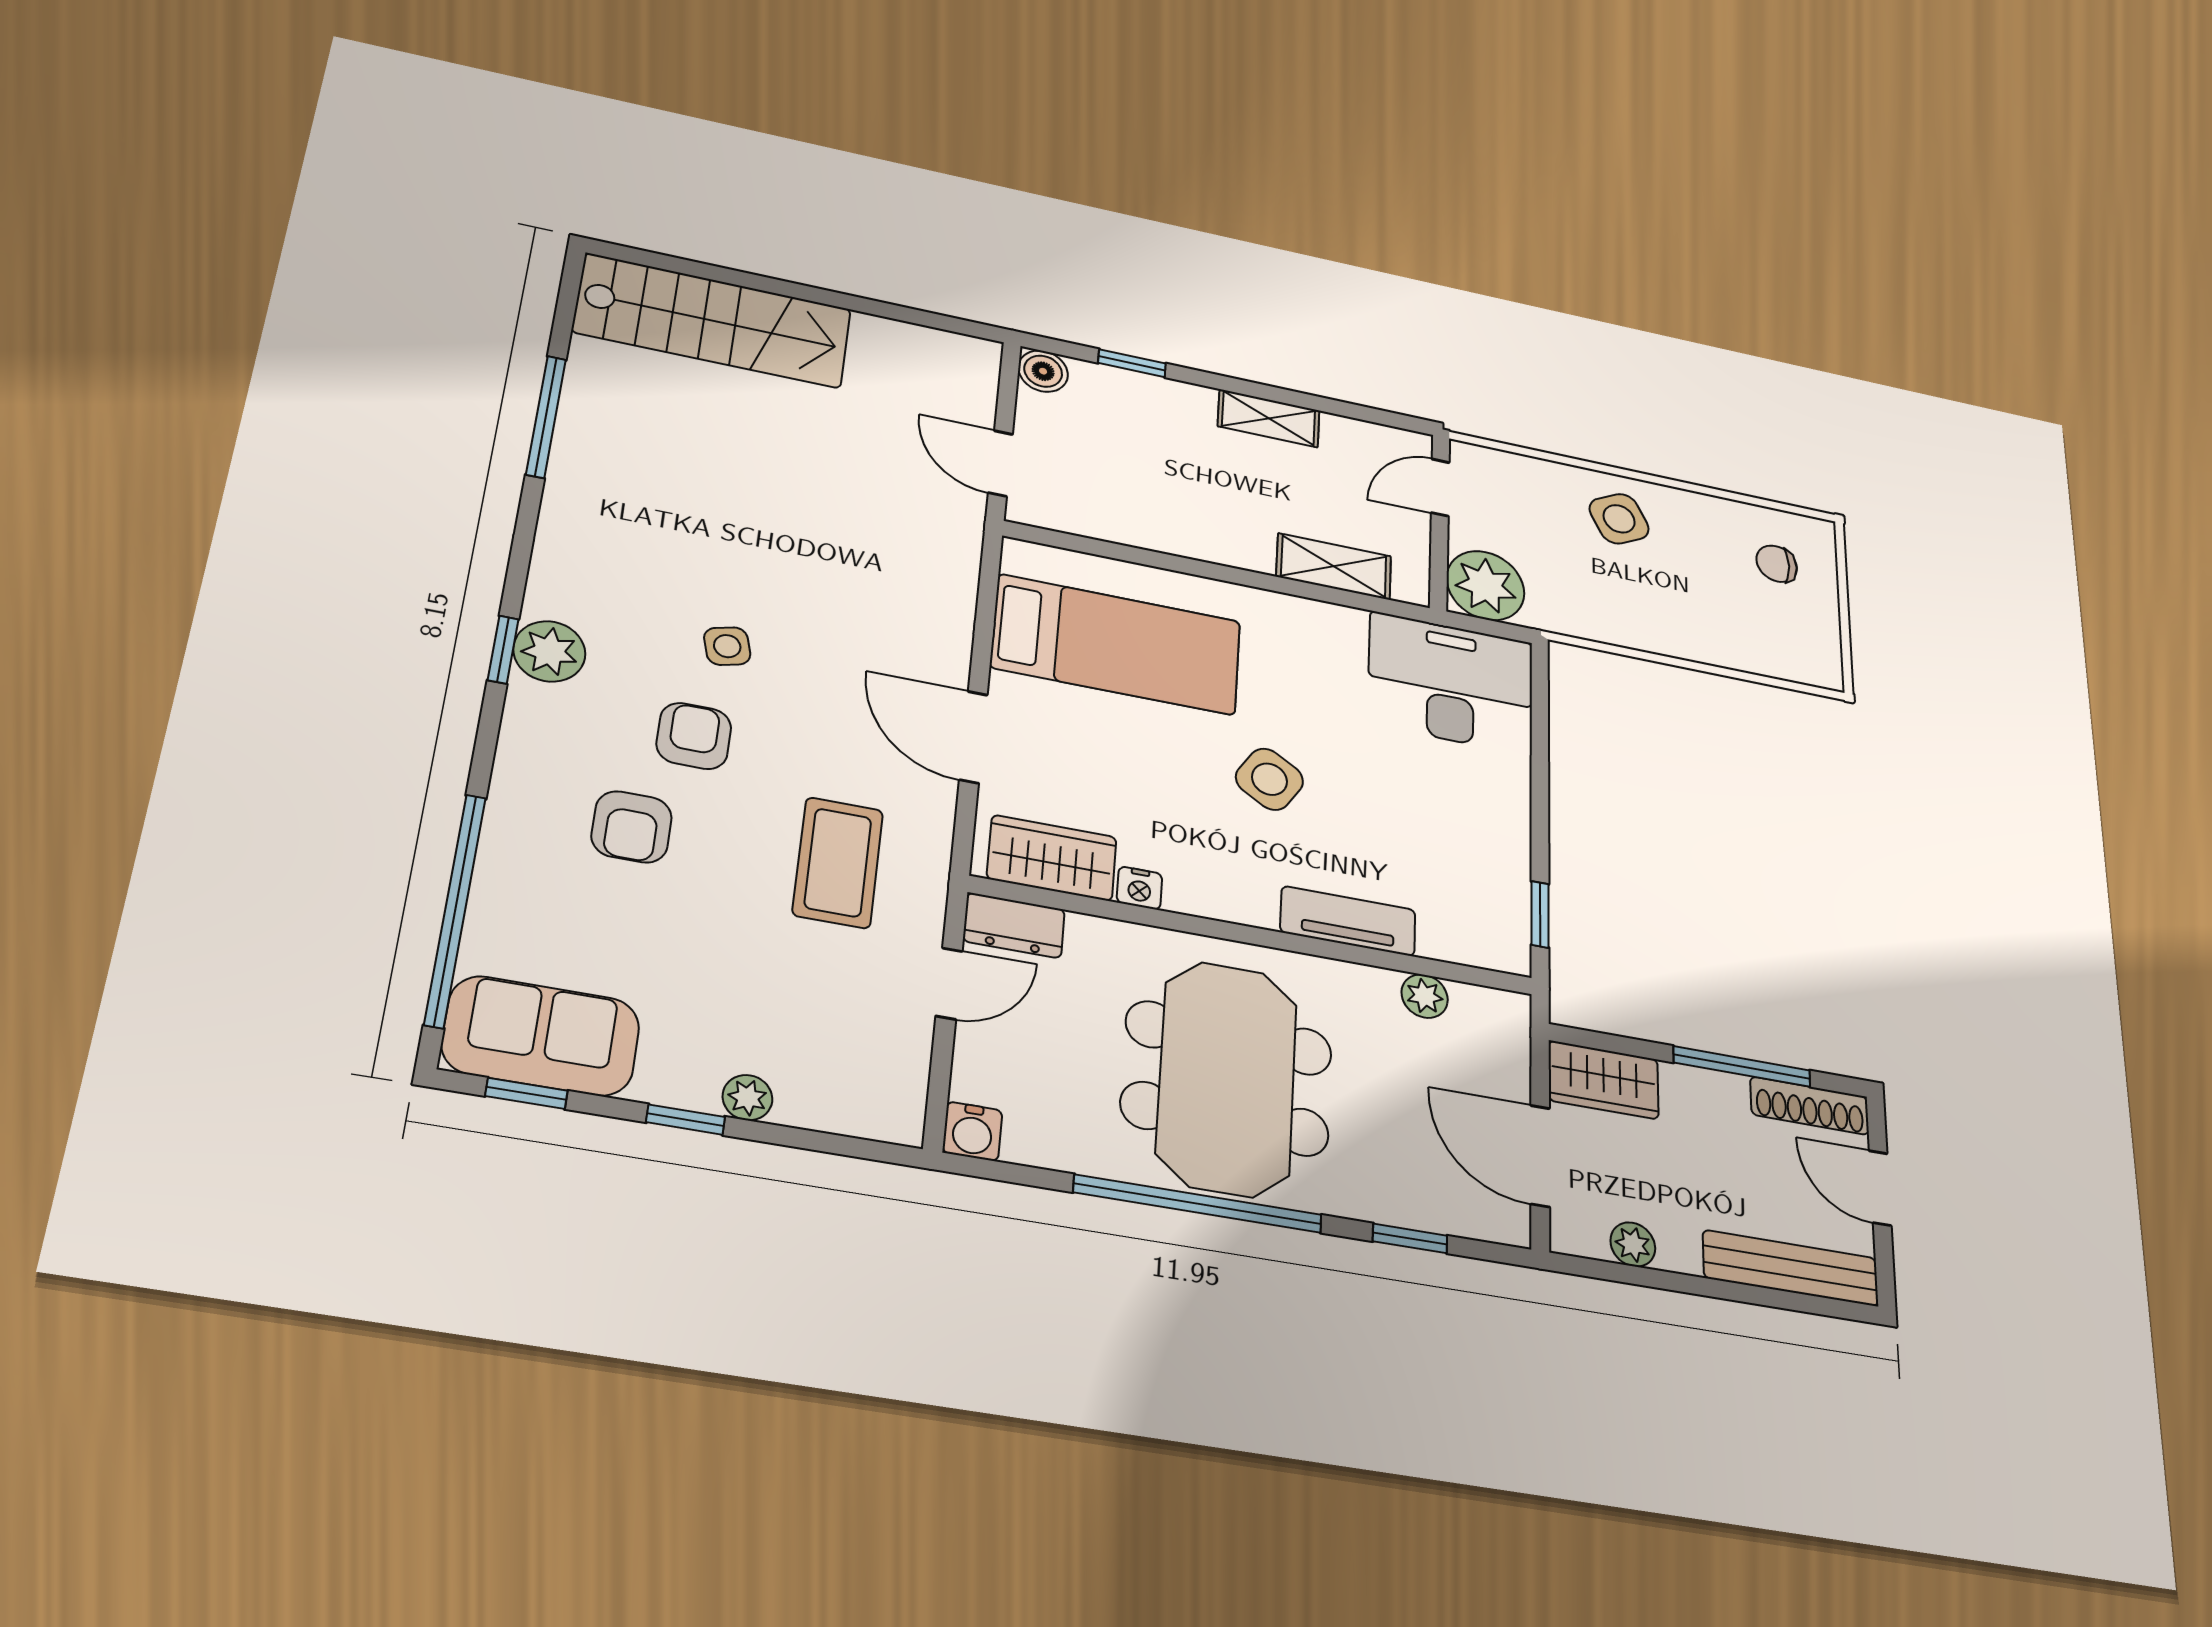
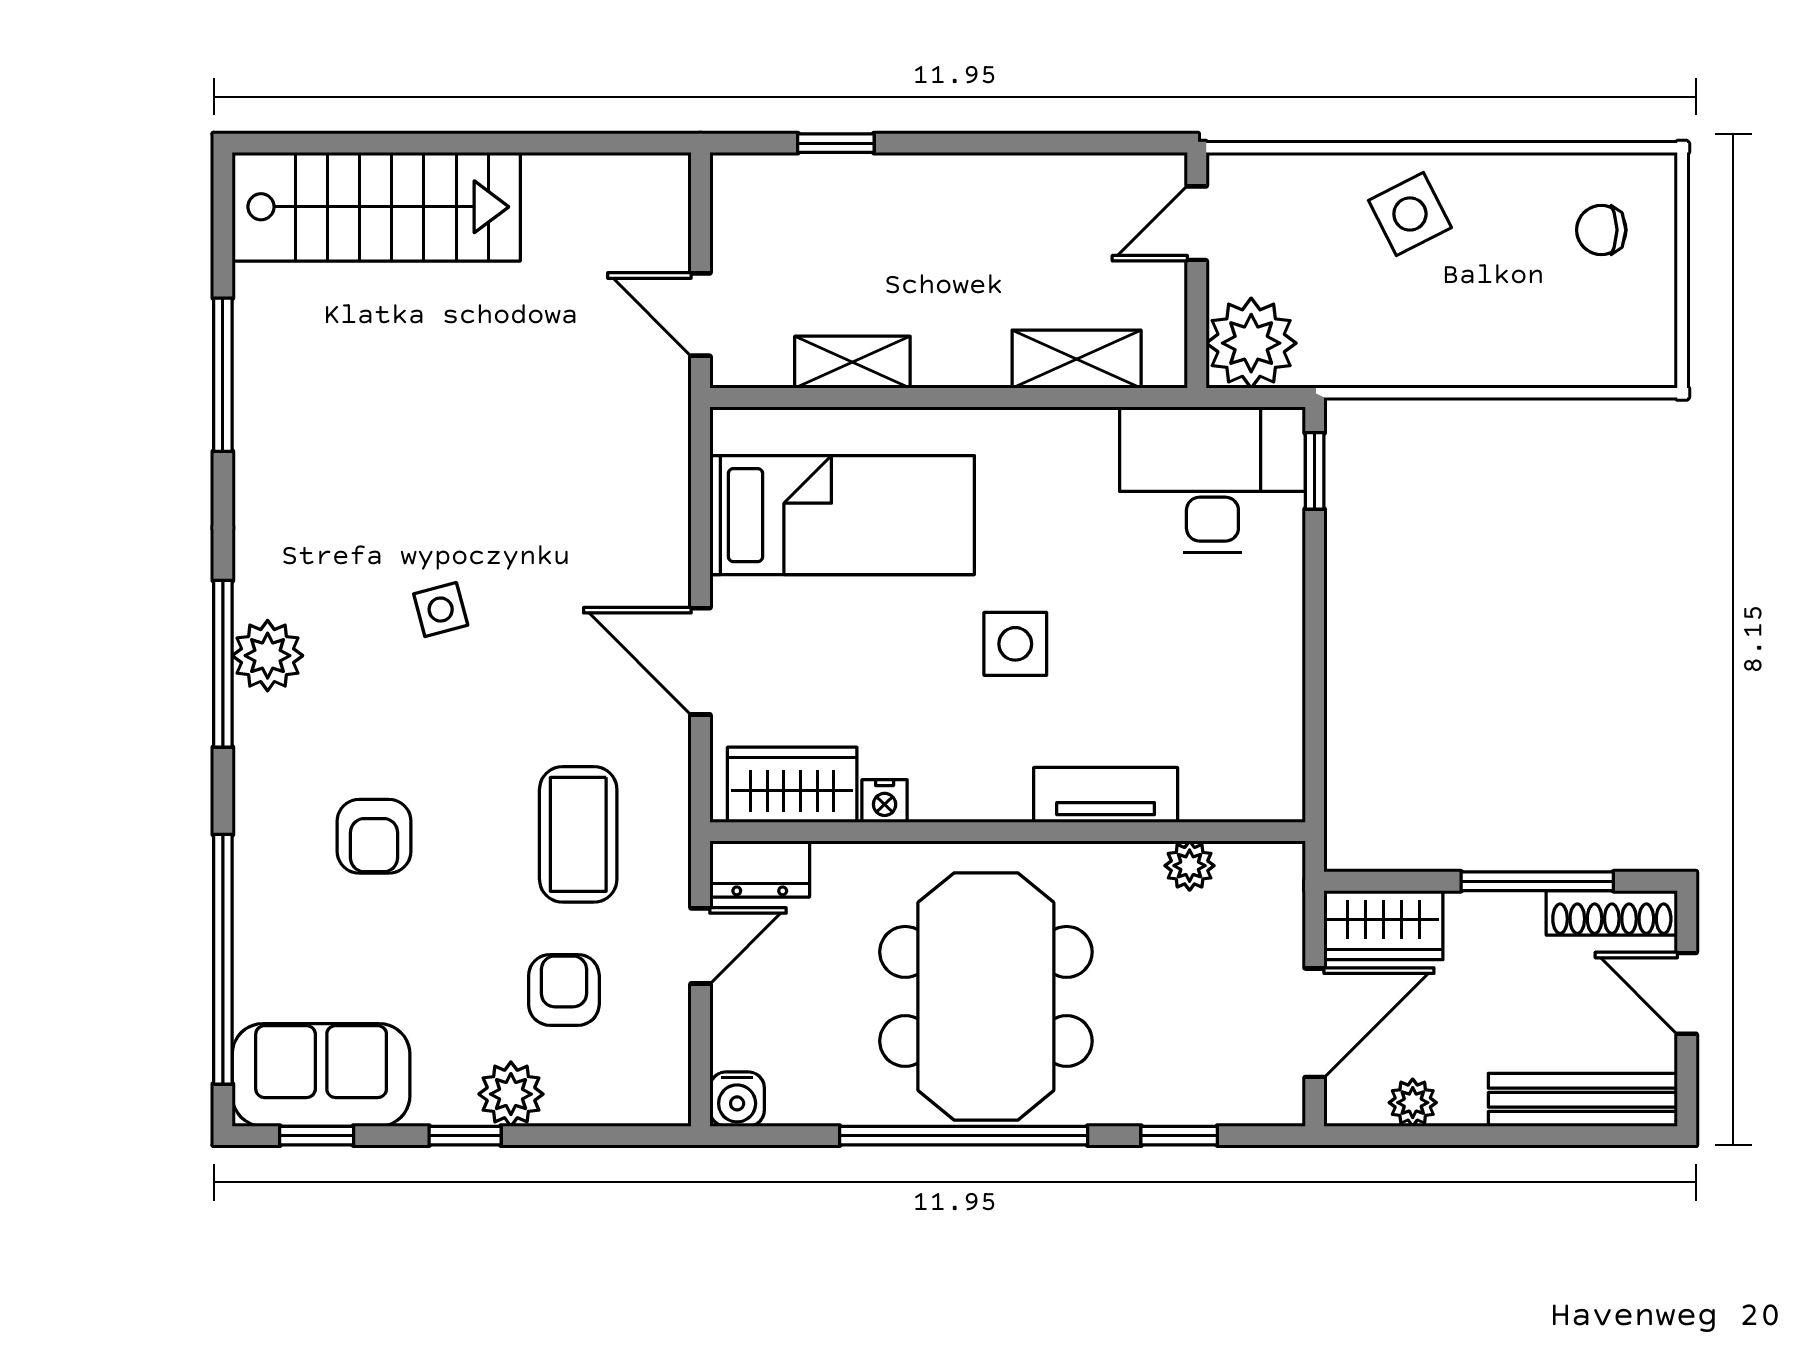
boiler: (1043, 371) -> (738, 180), removed
shelving: (1269, 418) -> (852, 362), moved
window: (503, 650) -> (223, 664), width x2.17
armchair: (694, 736) -> (564, 990), moved
side table: (1269, 779) -> (1015, 644), turned -32
window: (1540, 914) -> (1315, 471), moved
plant: (747, 1098) -> (511, 1094), width x1.38, depth x1.38
door: (1540, 1156) -> (1315, 1023), swing flipped

